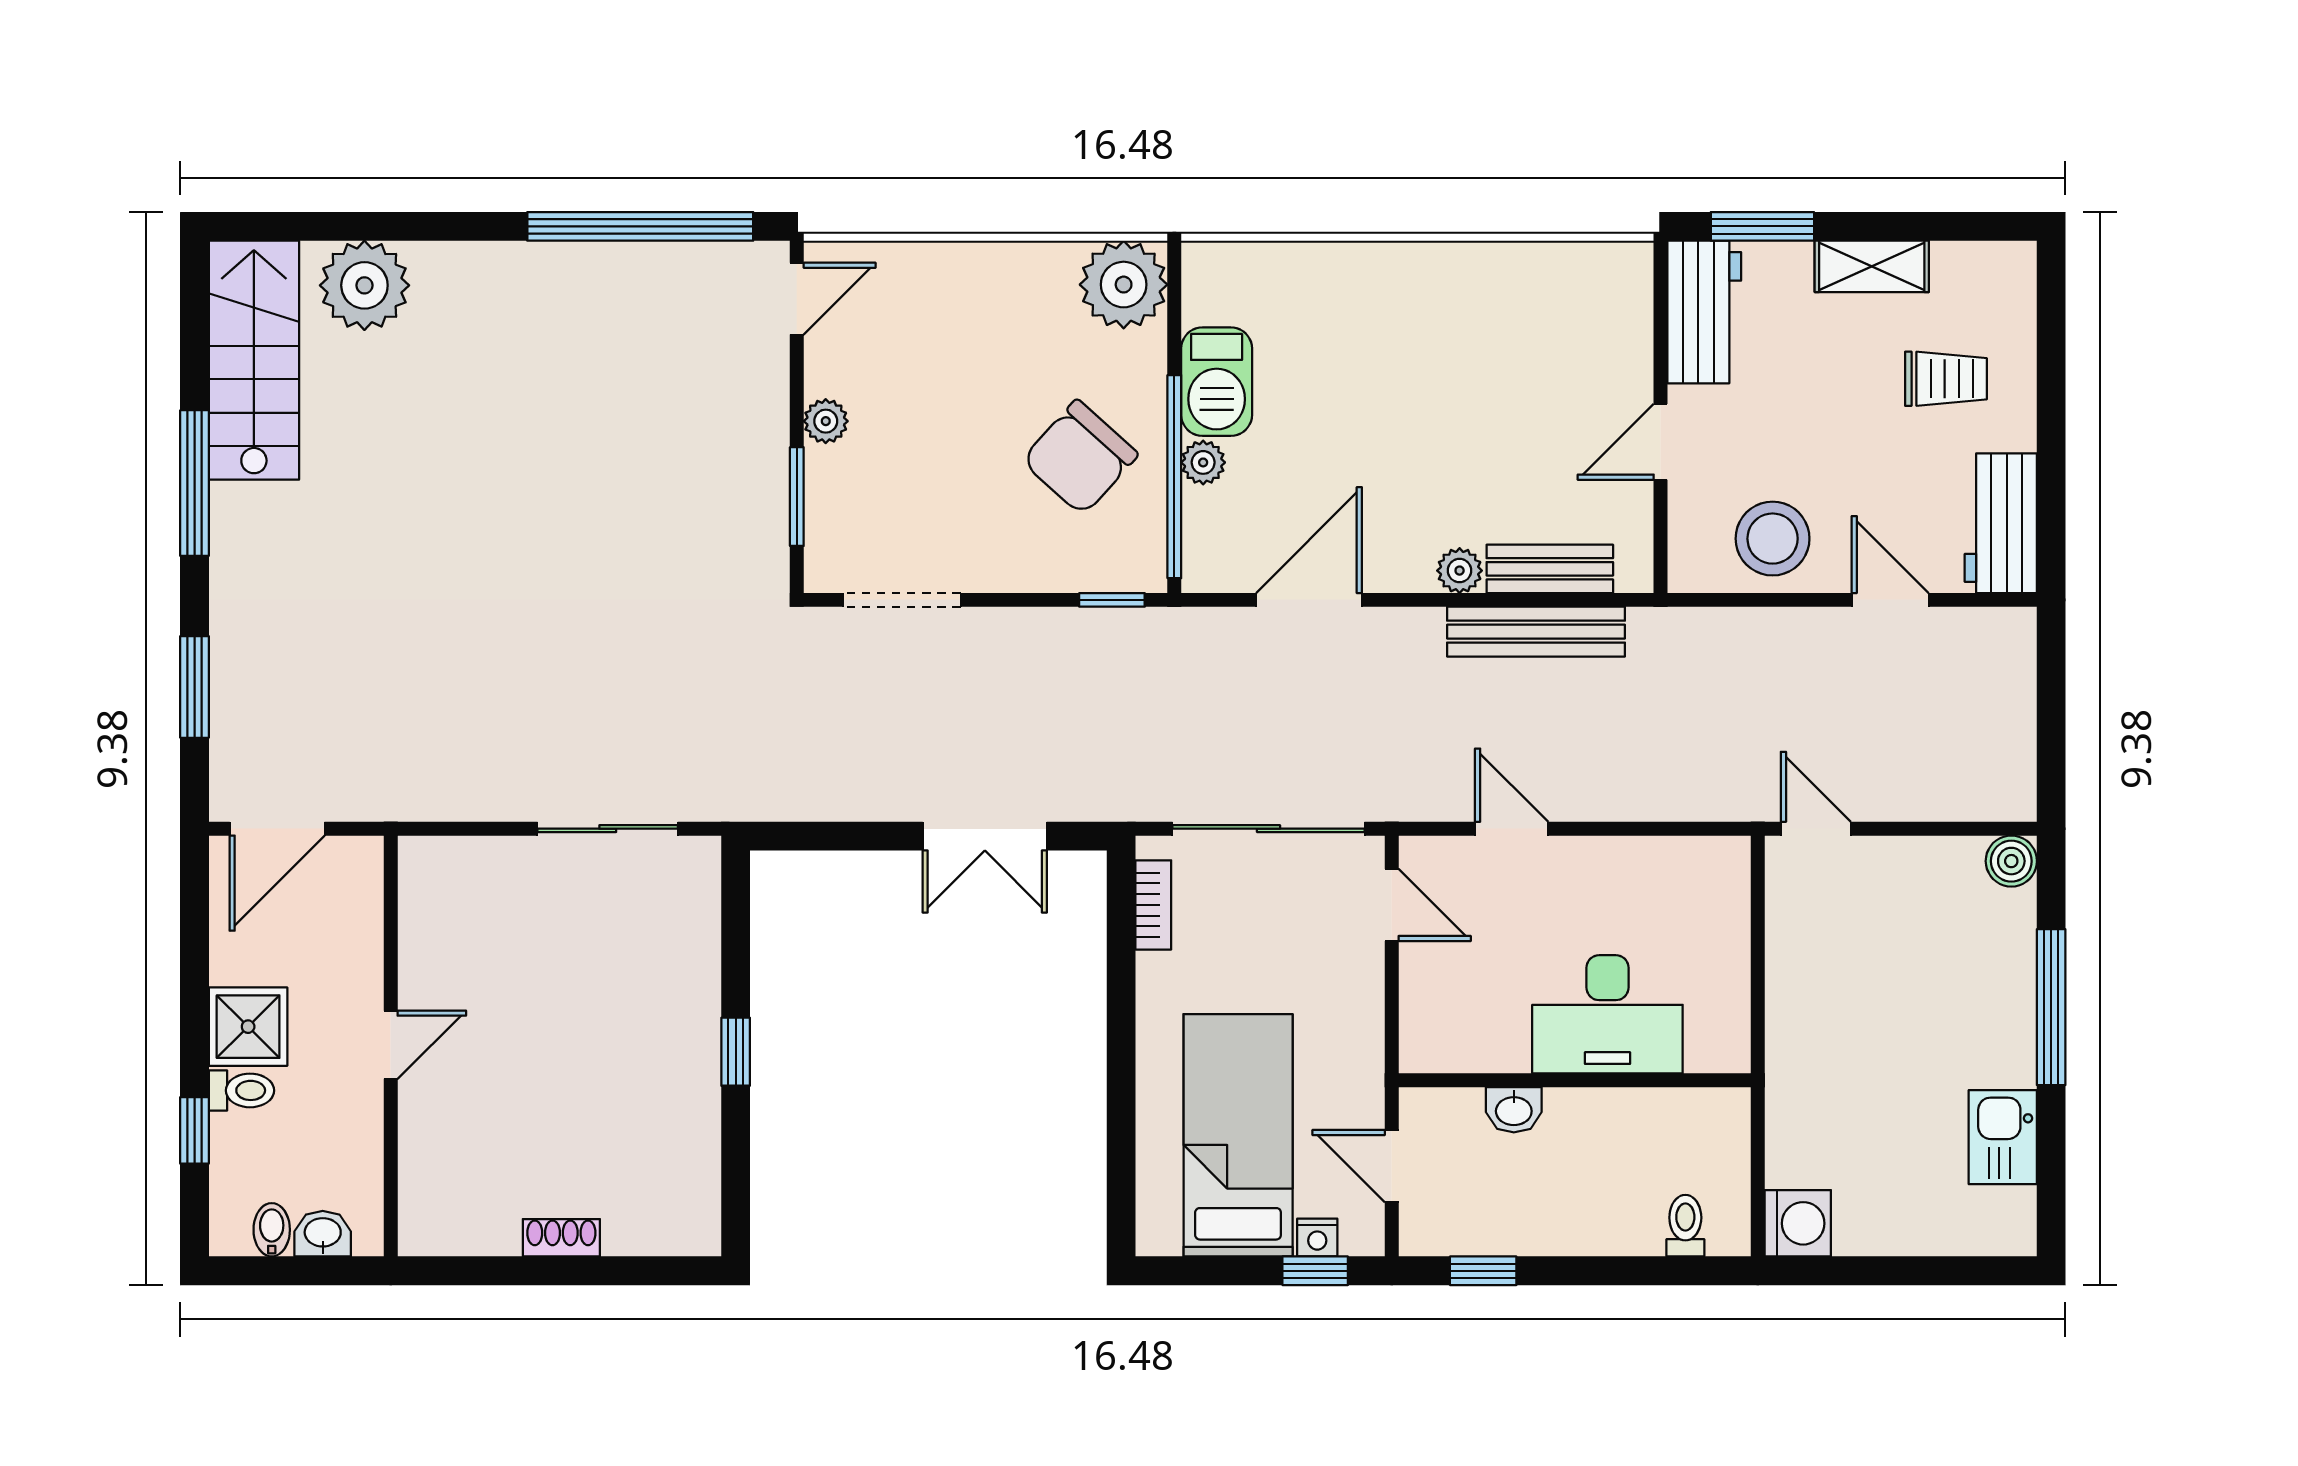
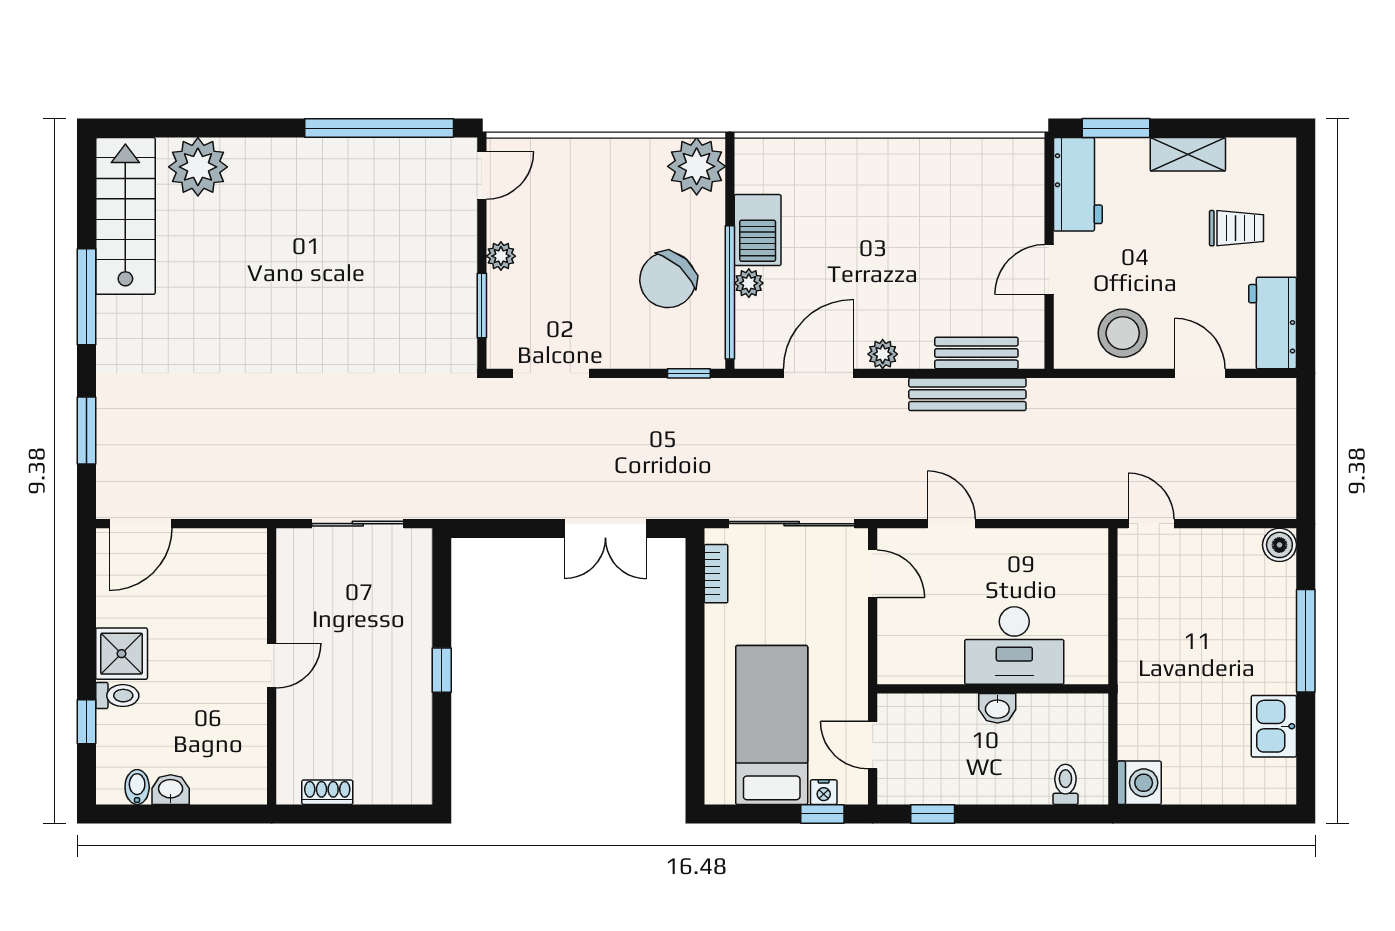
plant: (1460, 571) -> (883, 354), moved
door: (391, 1045) -> (272, 666), moved
wall: (391, 1046) -> (272, 666), moved
washbasin: (1514, 1110) -> (997, 708), moved

